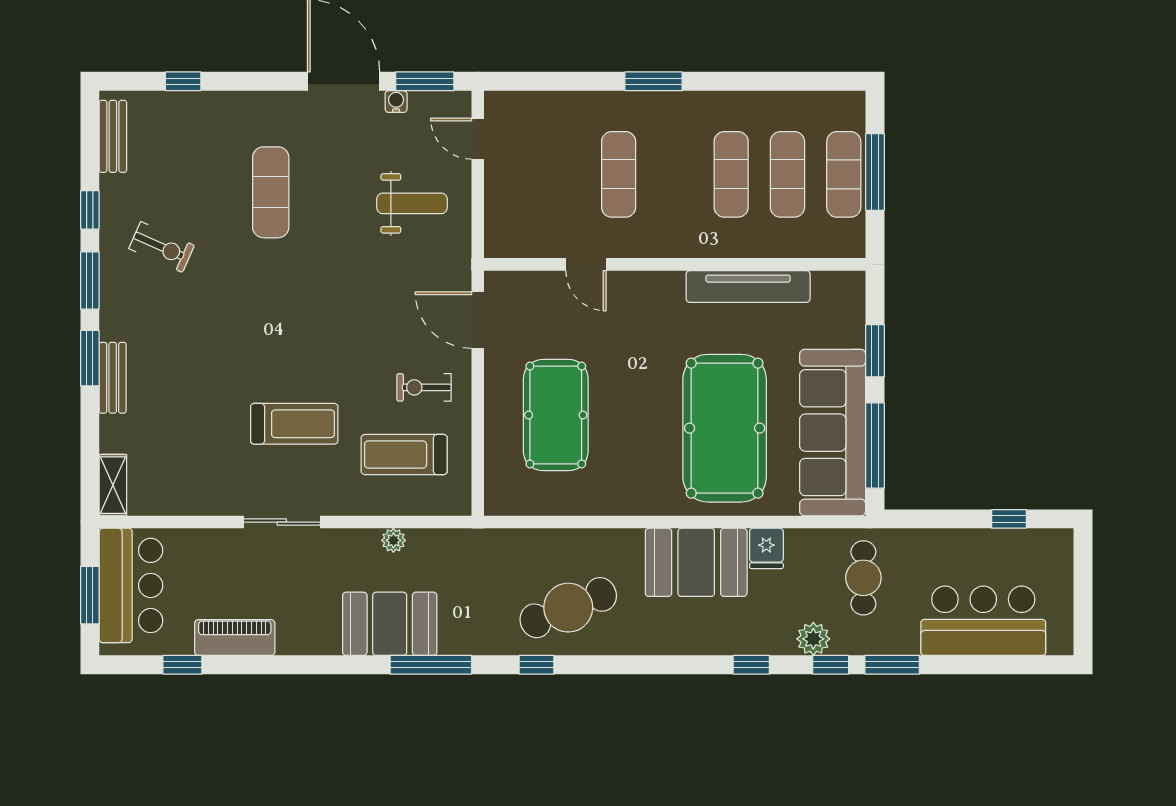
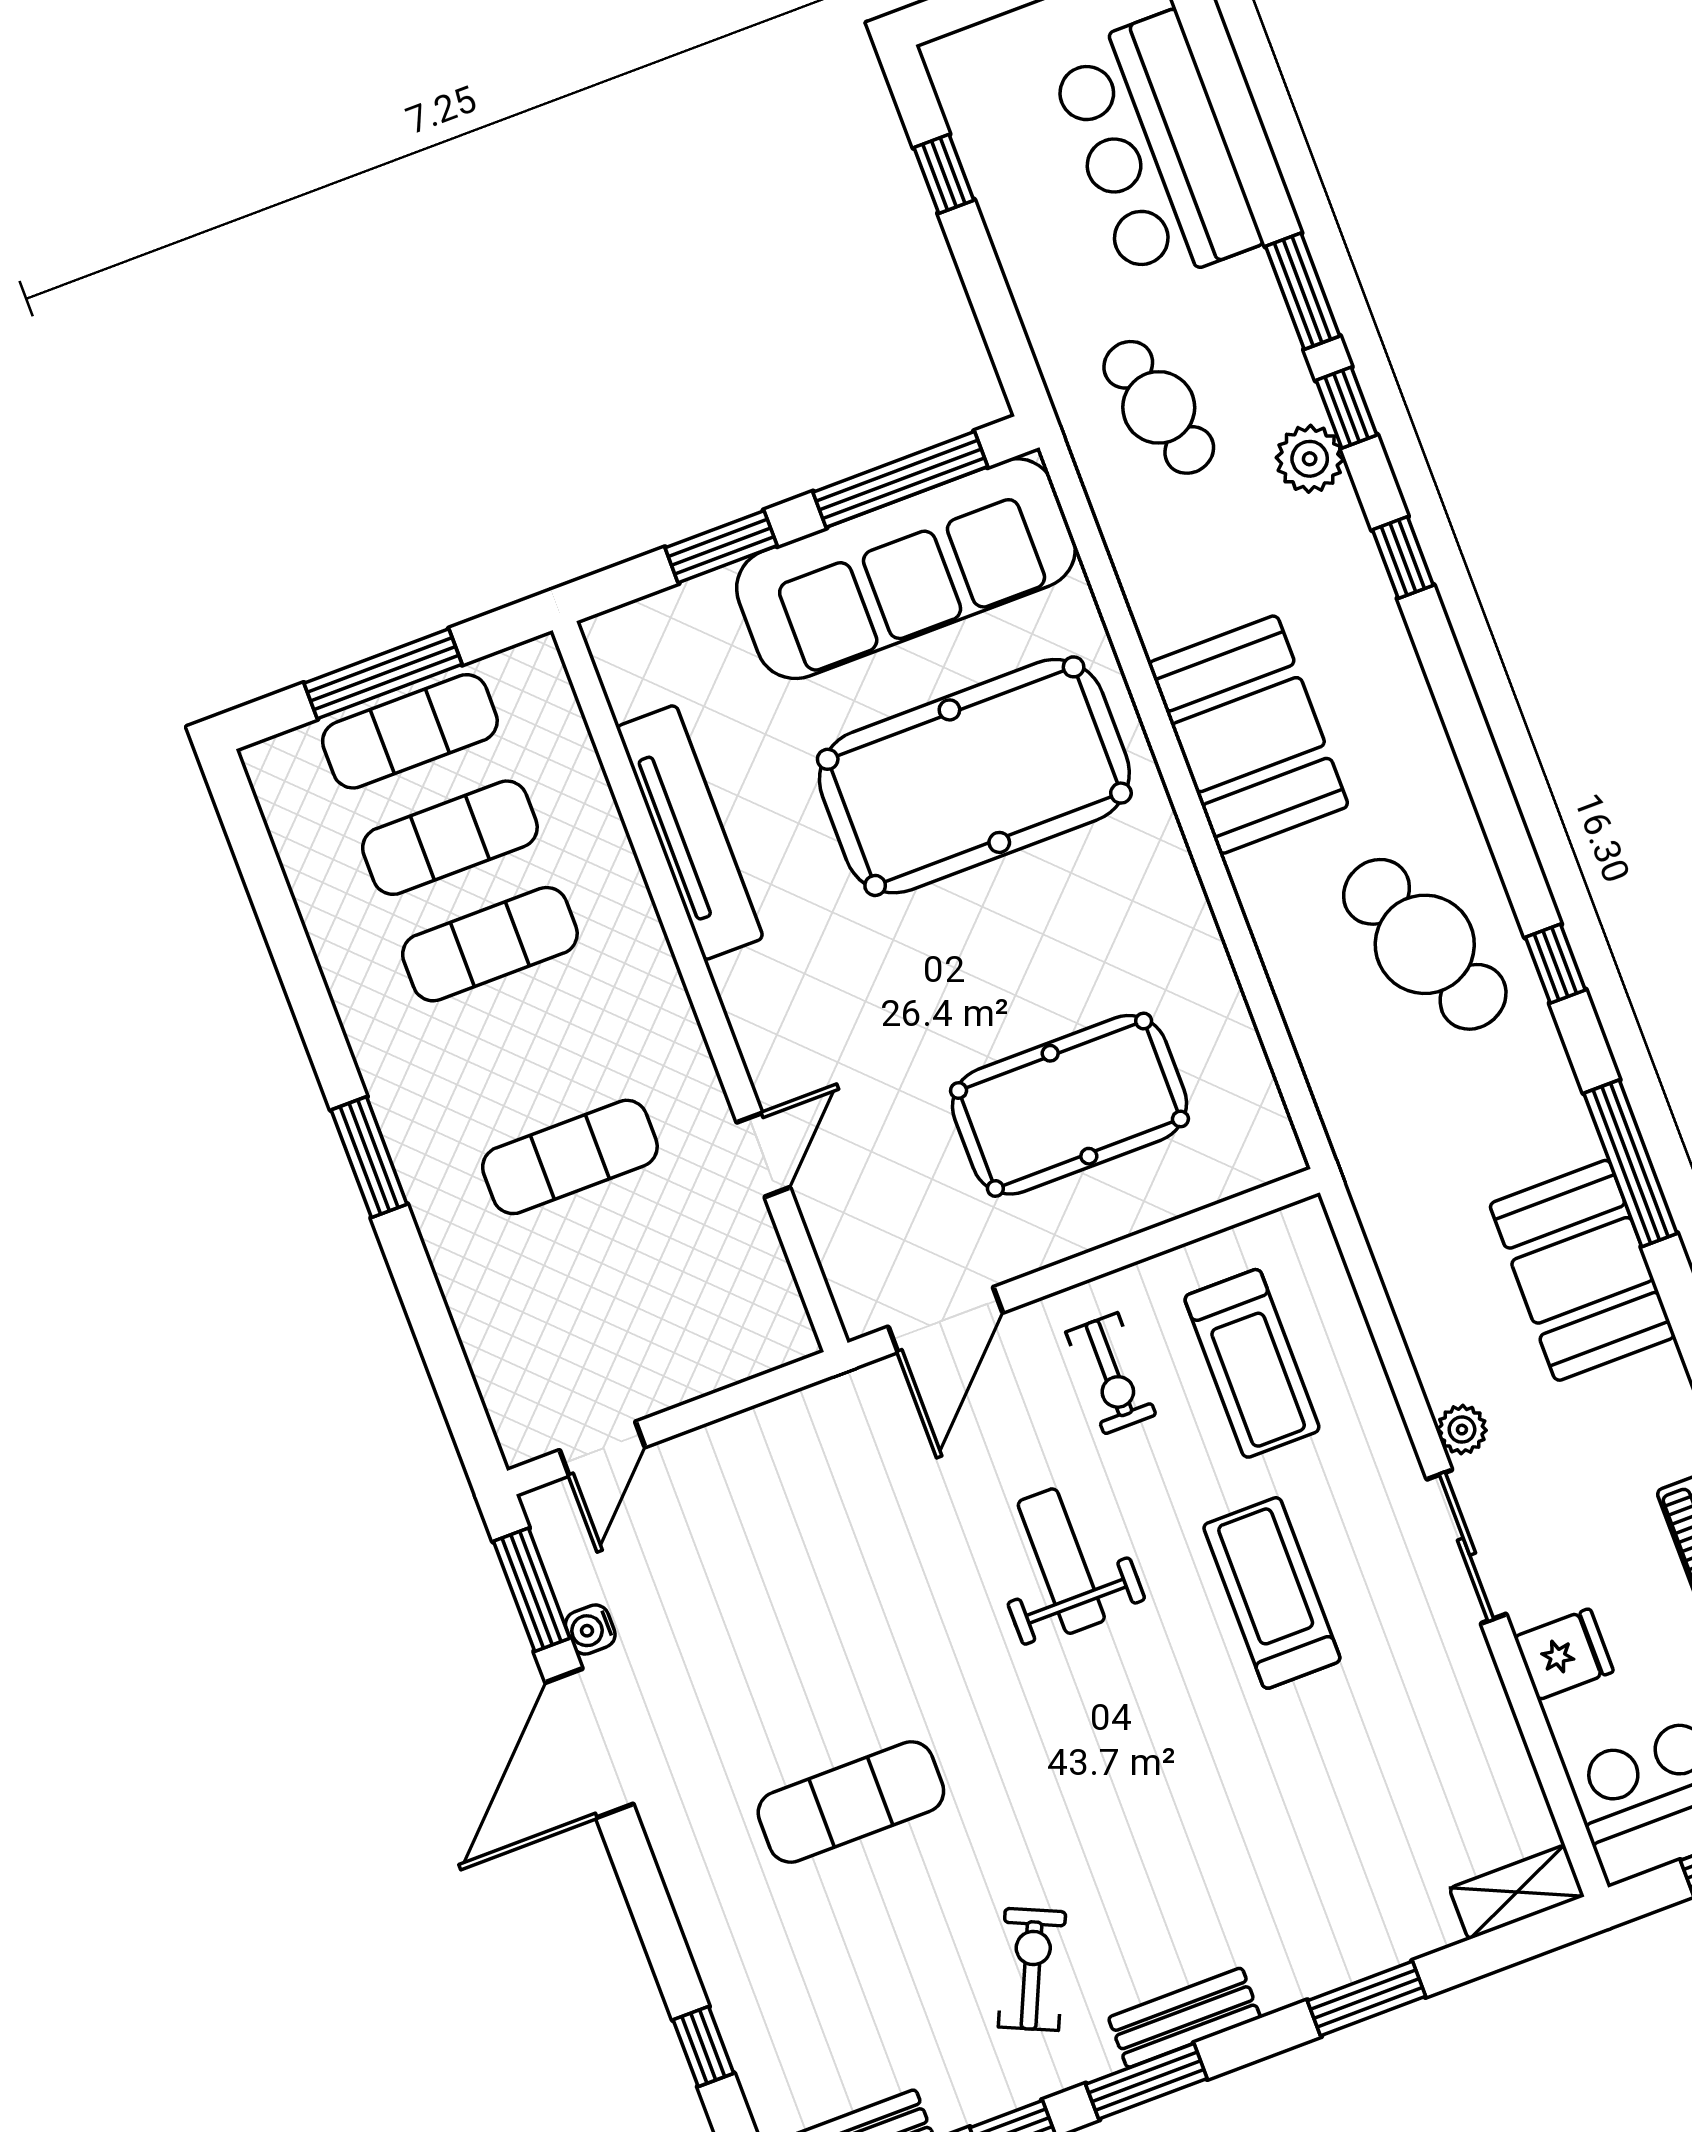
weight bench: (412, 203) -> (1061, 1561), moved
window: (90, 358) -> (1366, 1999), moved
bench: (113, 378) -> (1184, 2018), moved
plant: (393, 540) -> (1462, 1430), moved
fridge: (766, 548) -> (1564, 1654), moved
cafe table: (863, 578) -> (1159, 407), turned 75

